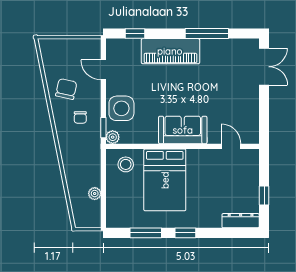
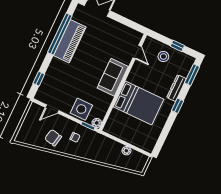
window: (207, 34) -> (60, 34), width x1.46
piano: (170, 51) -> (70, 41), moved
door: (231, 146) -> (137, 52), swing flipped
stool: (126, 164) -> (163, 56), moved
dresser: (241, 221) -> (177, 88), moved
window: (146, 233) -> (192, 75), moved

